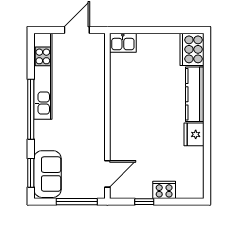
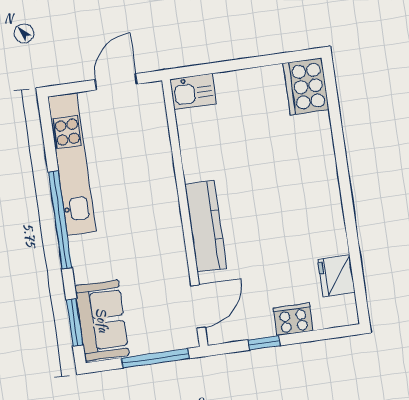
kitchen counter: (195, 94) -> (206, 226), moved, turned 180
fridge: (194, 134) -> (336, 276), moved

